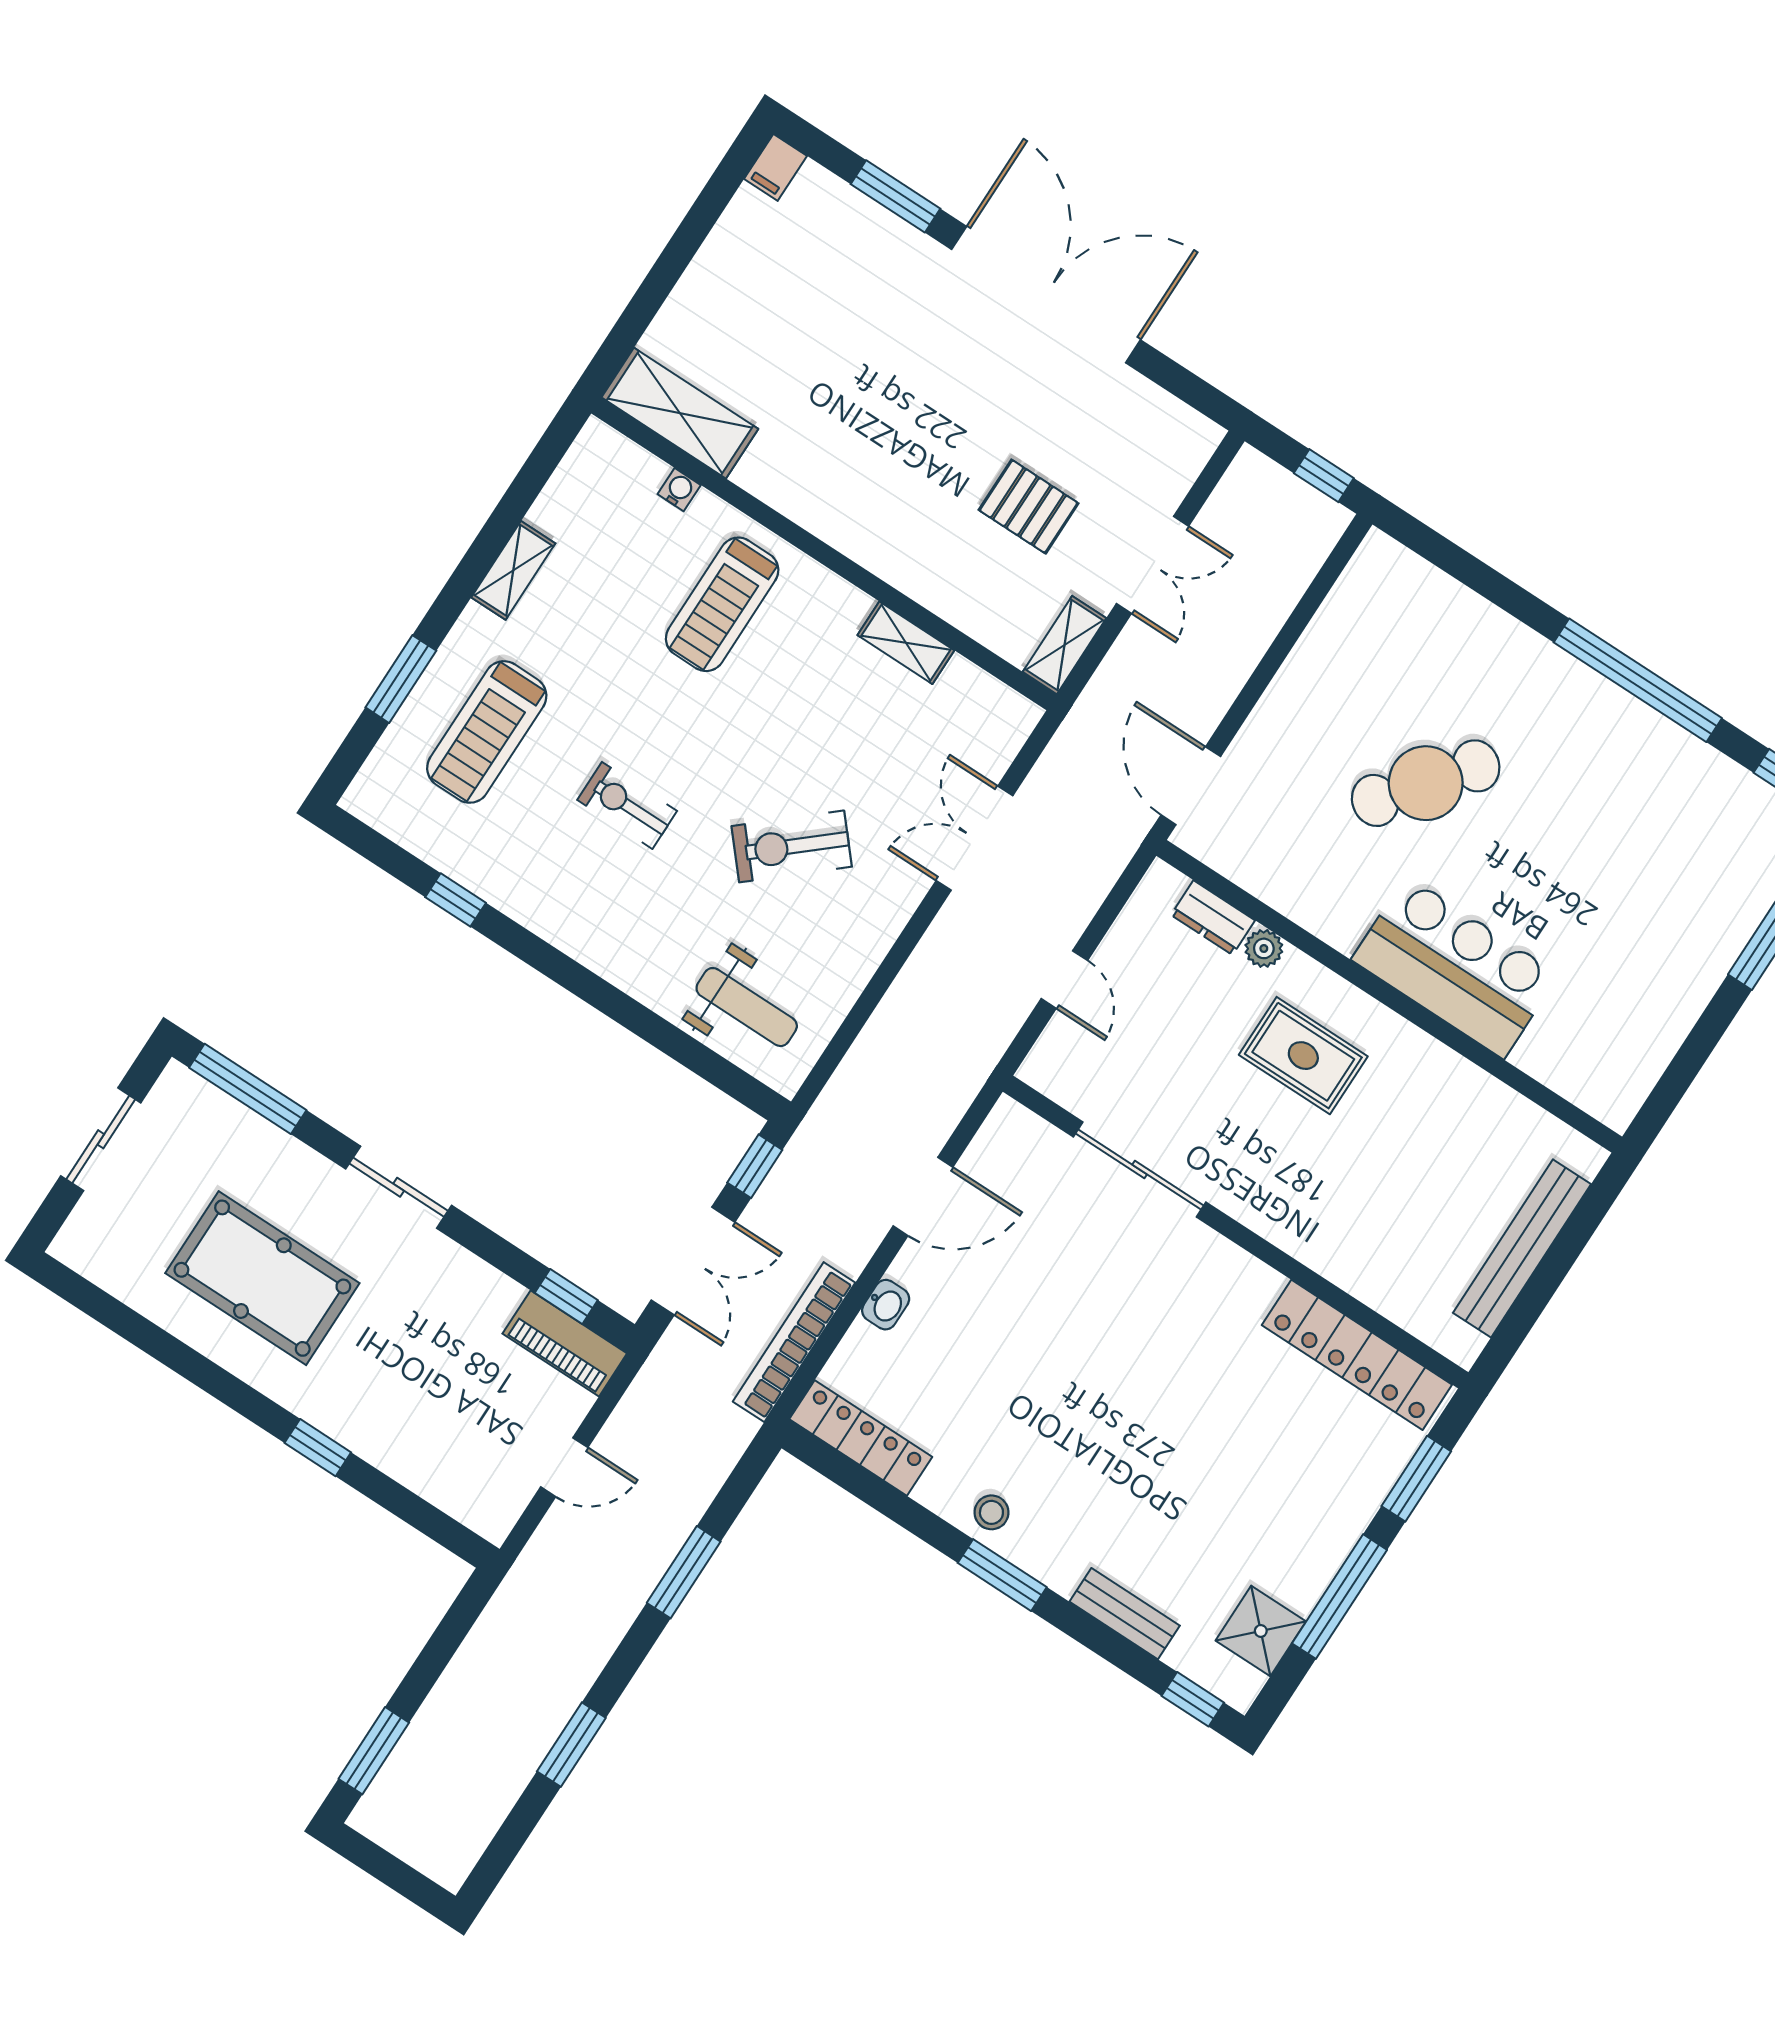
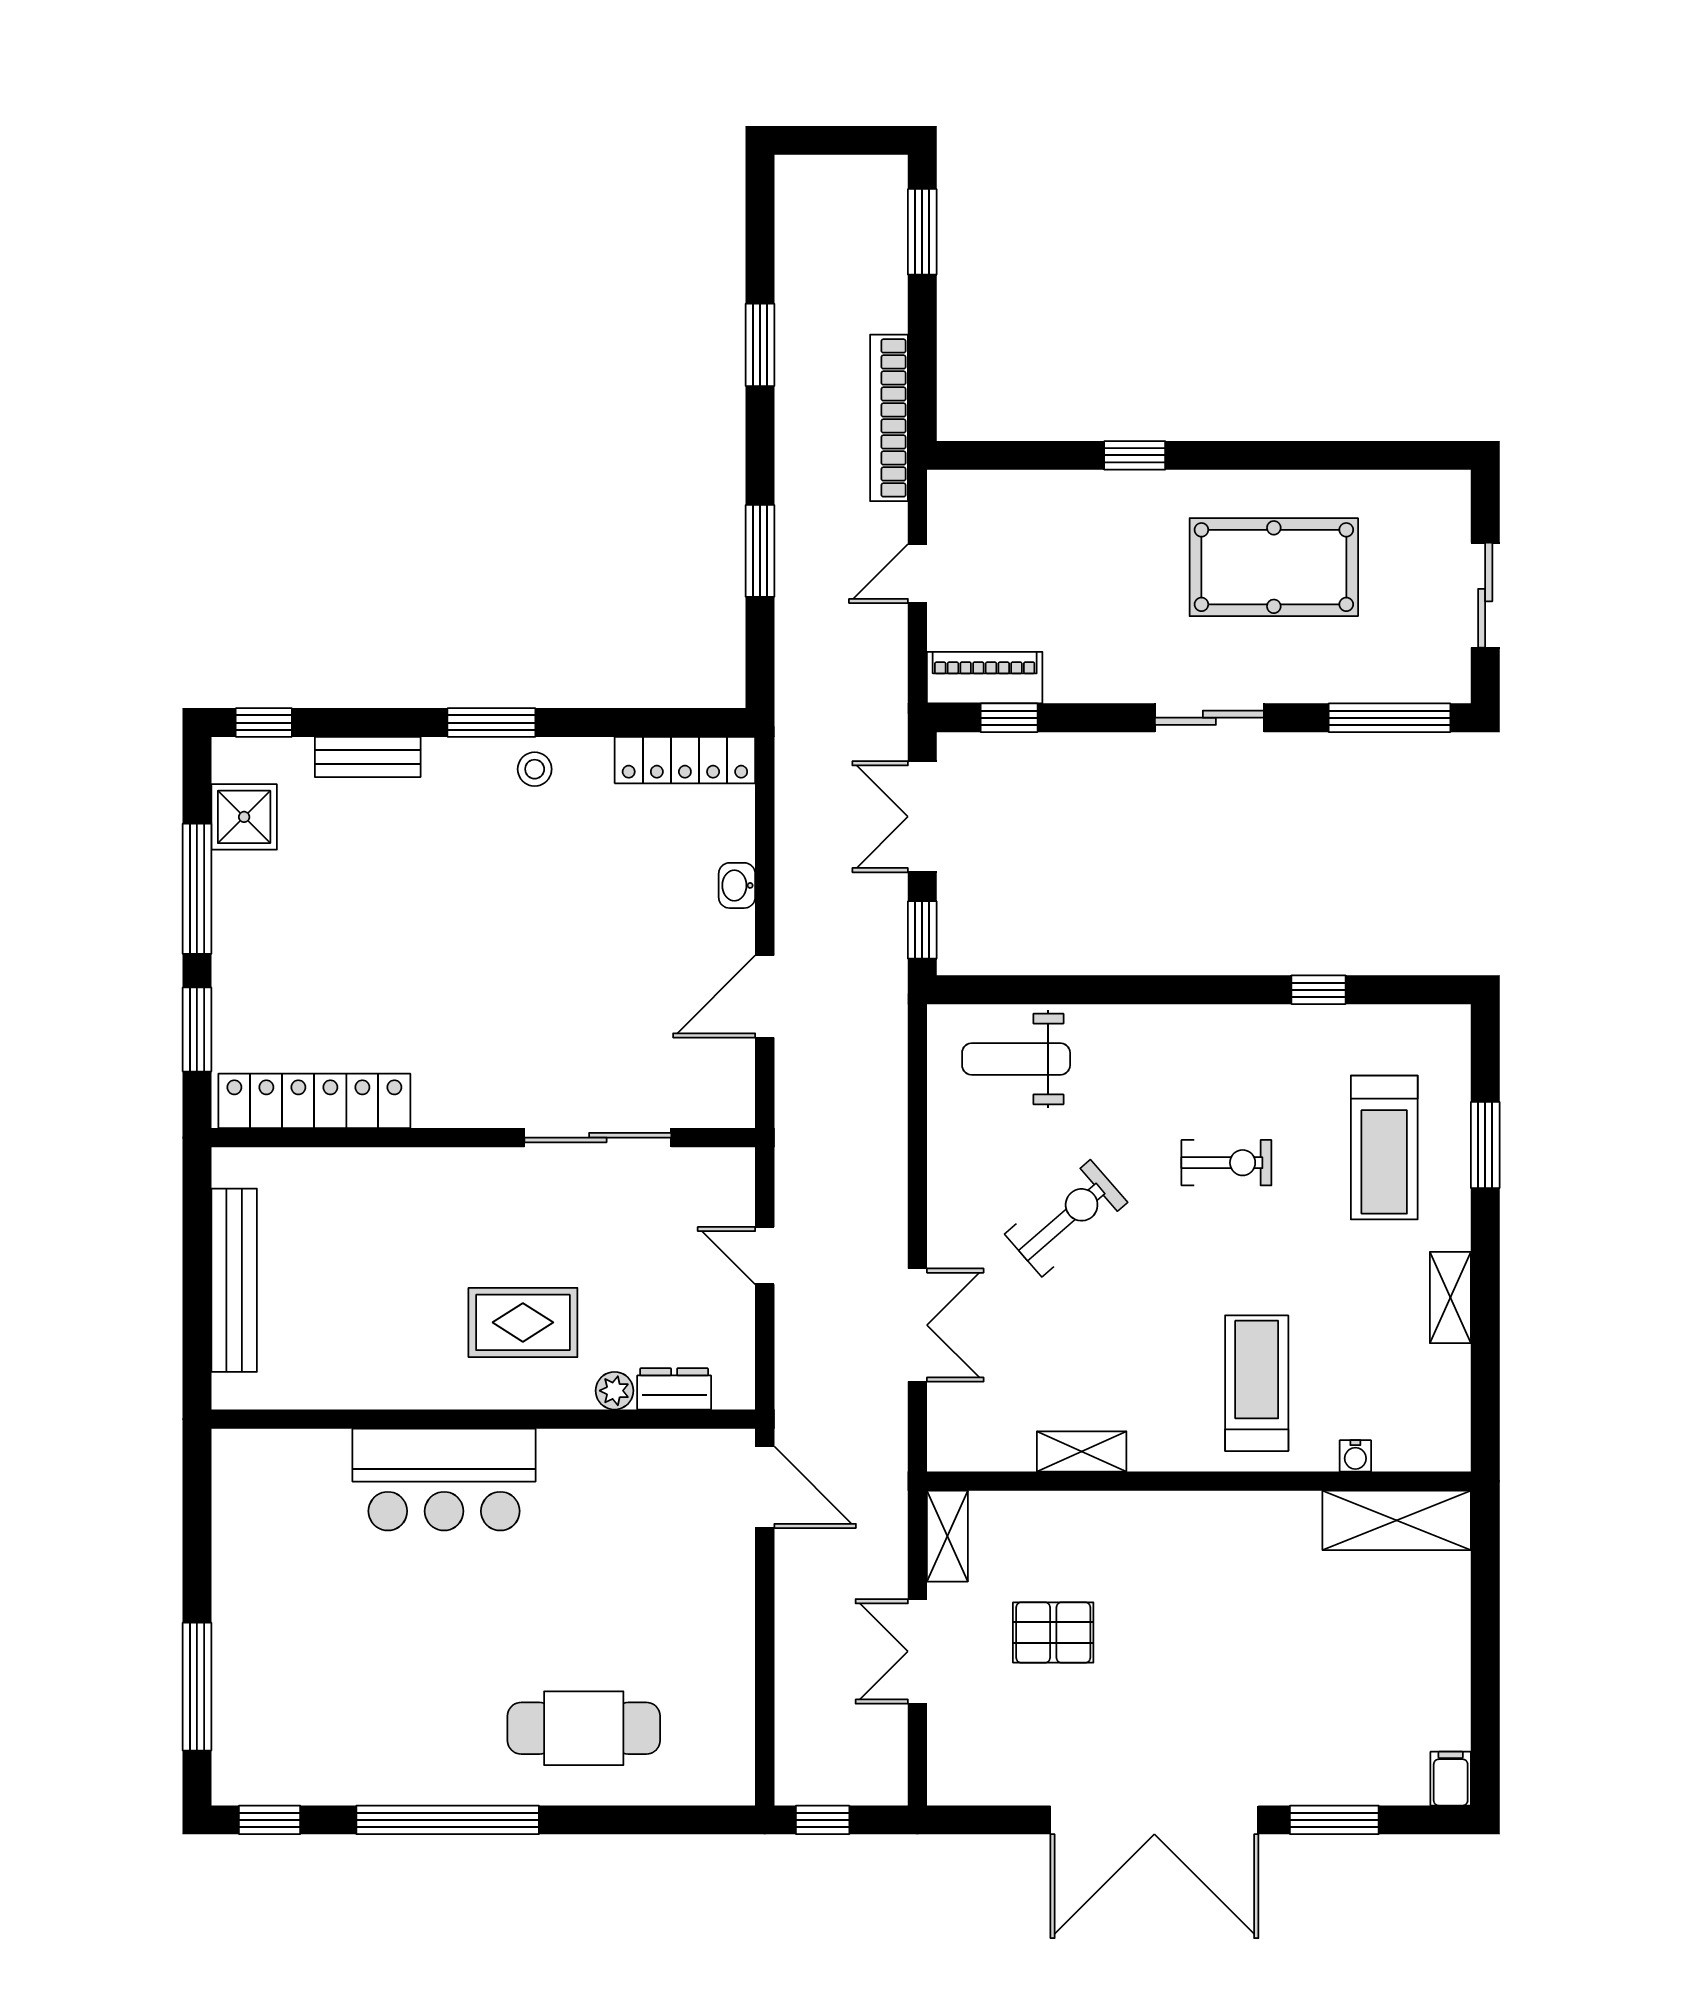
treadmill: (487, 732) -> (1384, 1148), turned 180
cafe table: (1426, 783) -> (584, 1728), moved, turned 52
bookcase: (794, 1342) -> (889, 418), moved, turned 180

